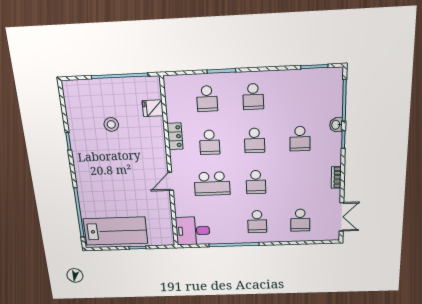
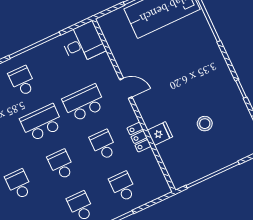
fridge: (153, 108) -> (160, 133), moved
door: (171, 181) -> (126, 88), hinge flipped
school desk: (256, 182) -> (42, 123), width x1.85

